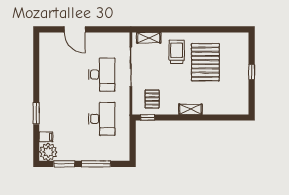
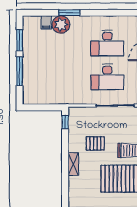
pallet: (152, 99) -> (95, 143), moved
desk: (102, 119) -> (107, 43), moved
plant: (48, 152) -> (61, 25), moved

